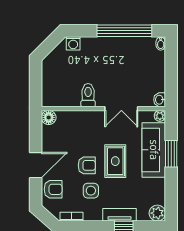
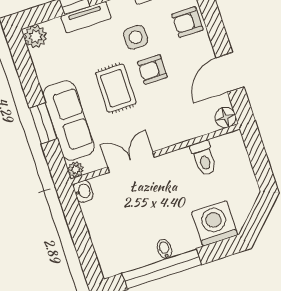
washing machine: (73, 43) -> (215, 223), width x1.89, depth x1.89
bidet: (161, 43) -> (164, 249), moved
toilet: (88, 95) -> (204, 158), moved
door: (36, 165) -> (230, 72), moved

